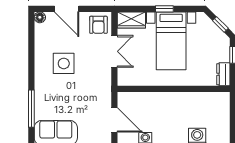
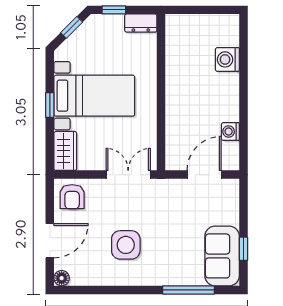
armchair: (98, 25) -> (72, 197), turned 90
double door: (114, 51) -> (128, 175), moved

